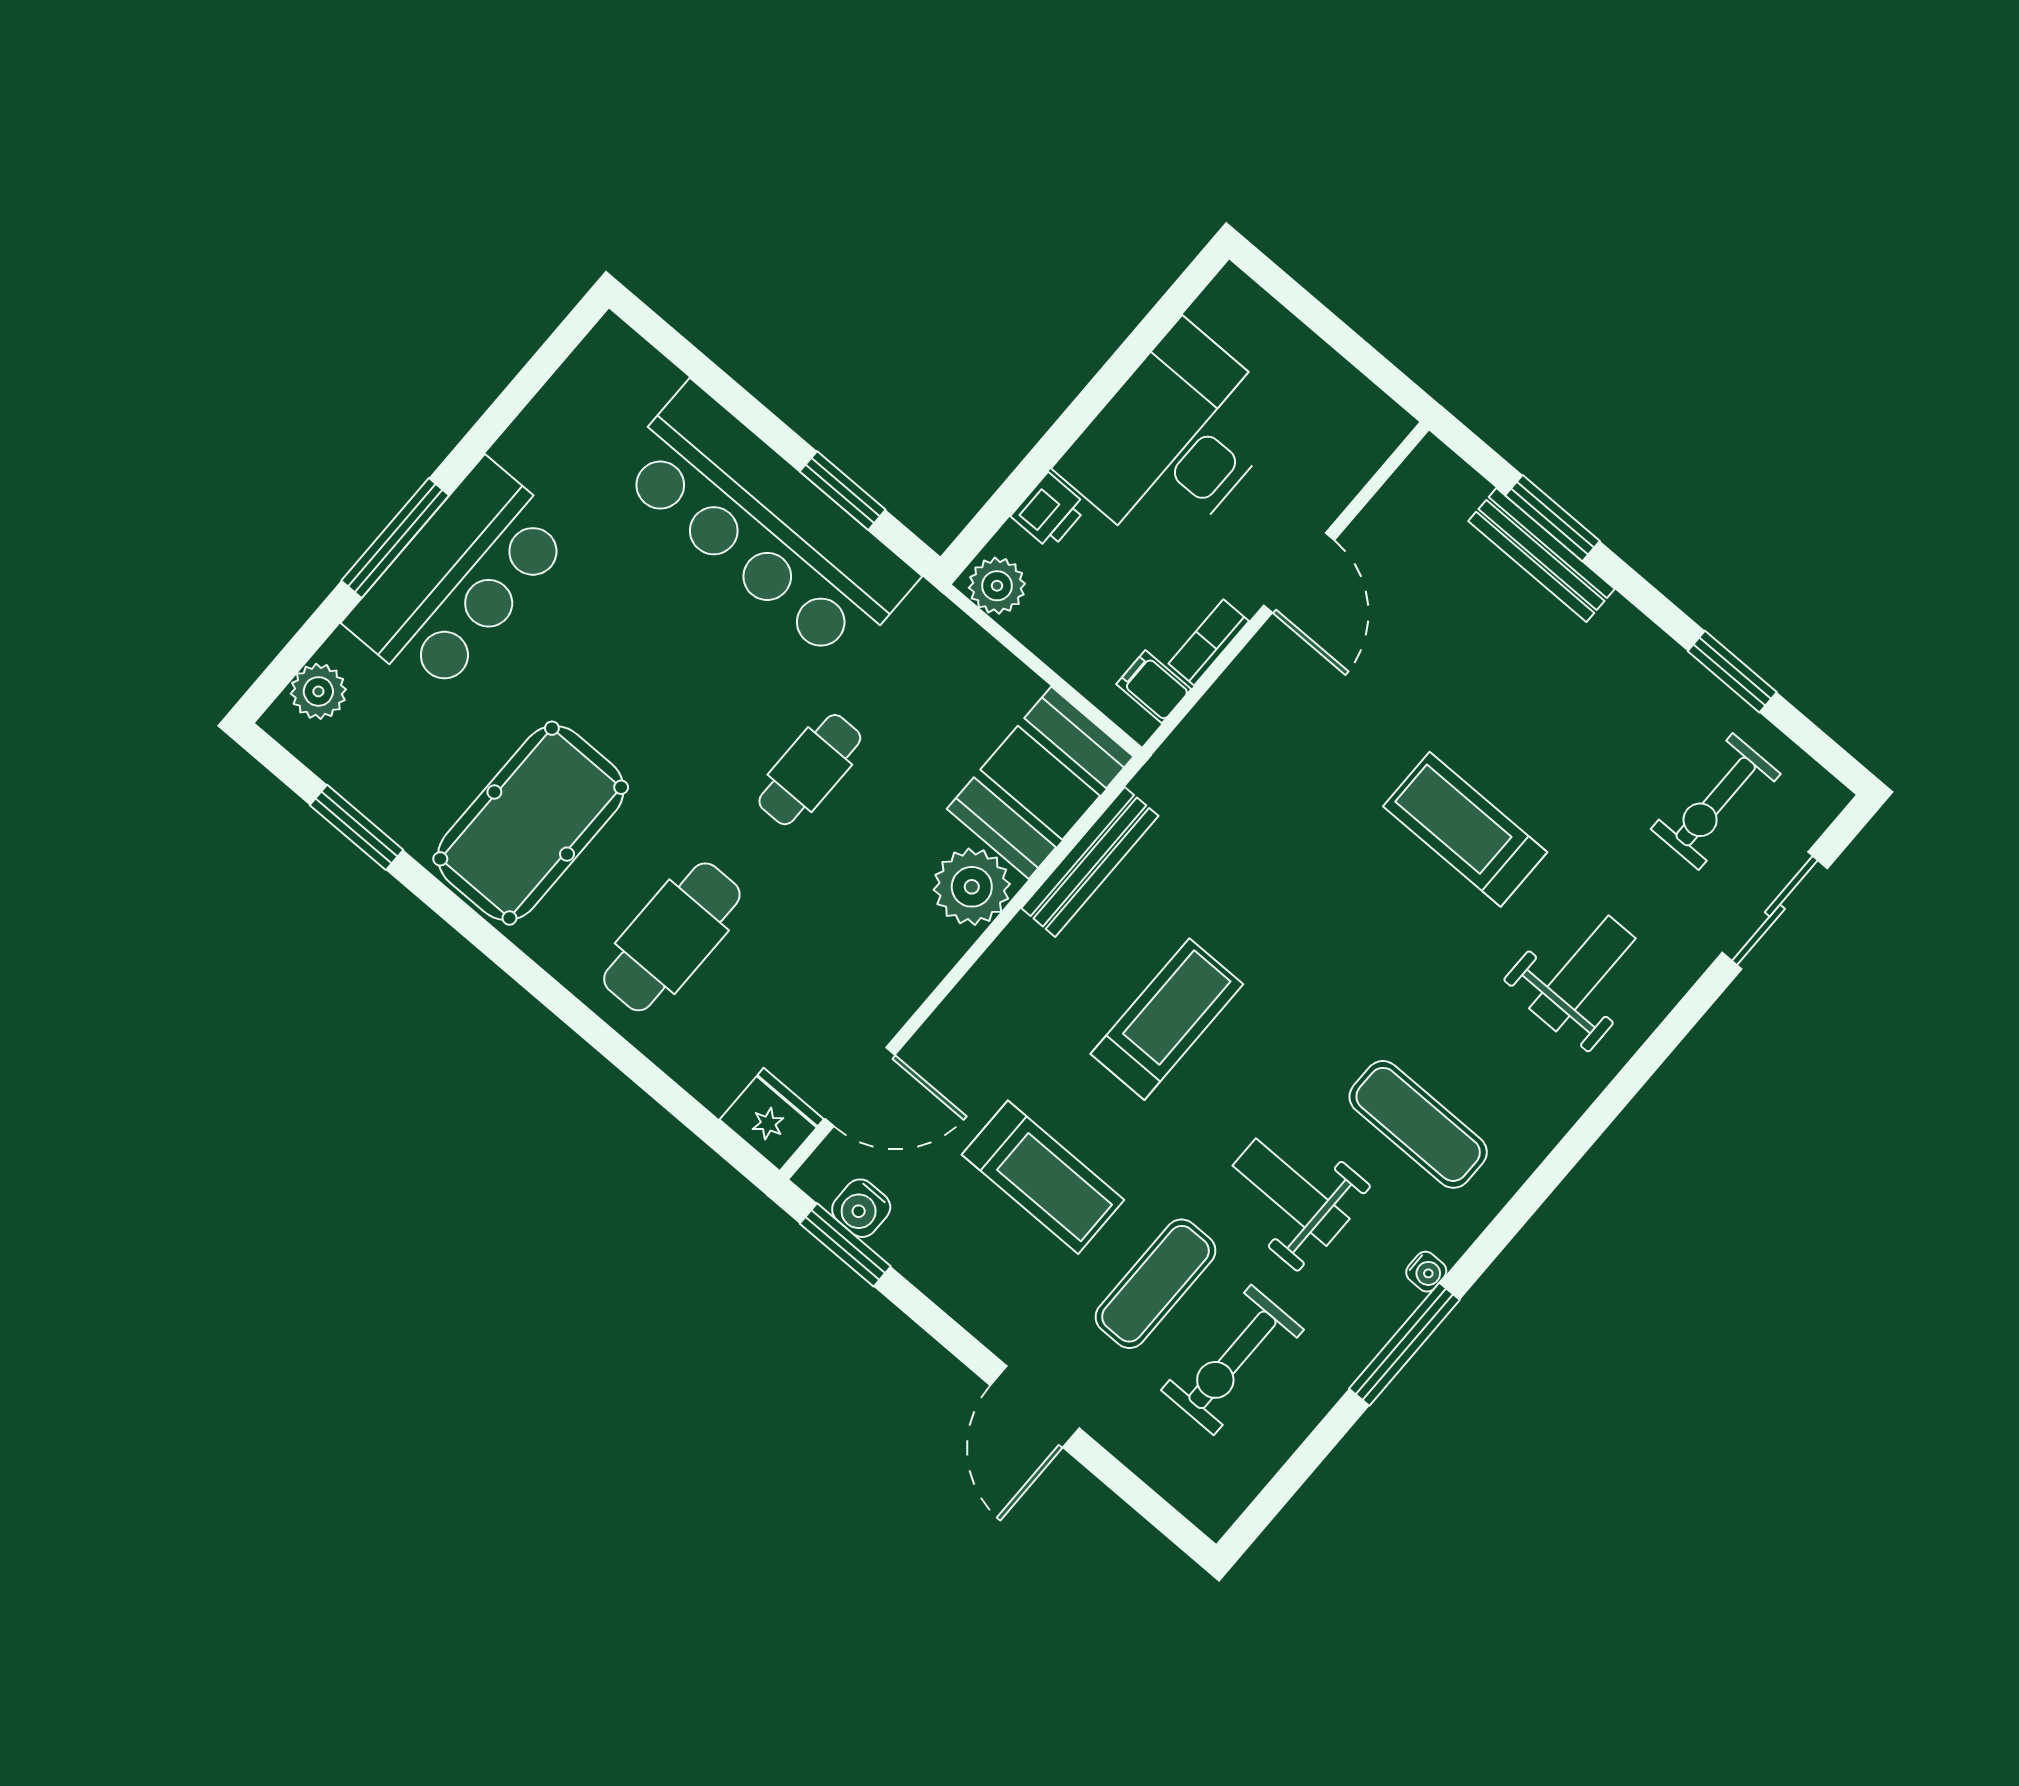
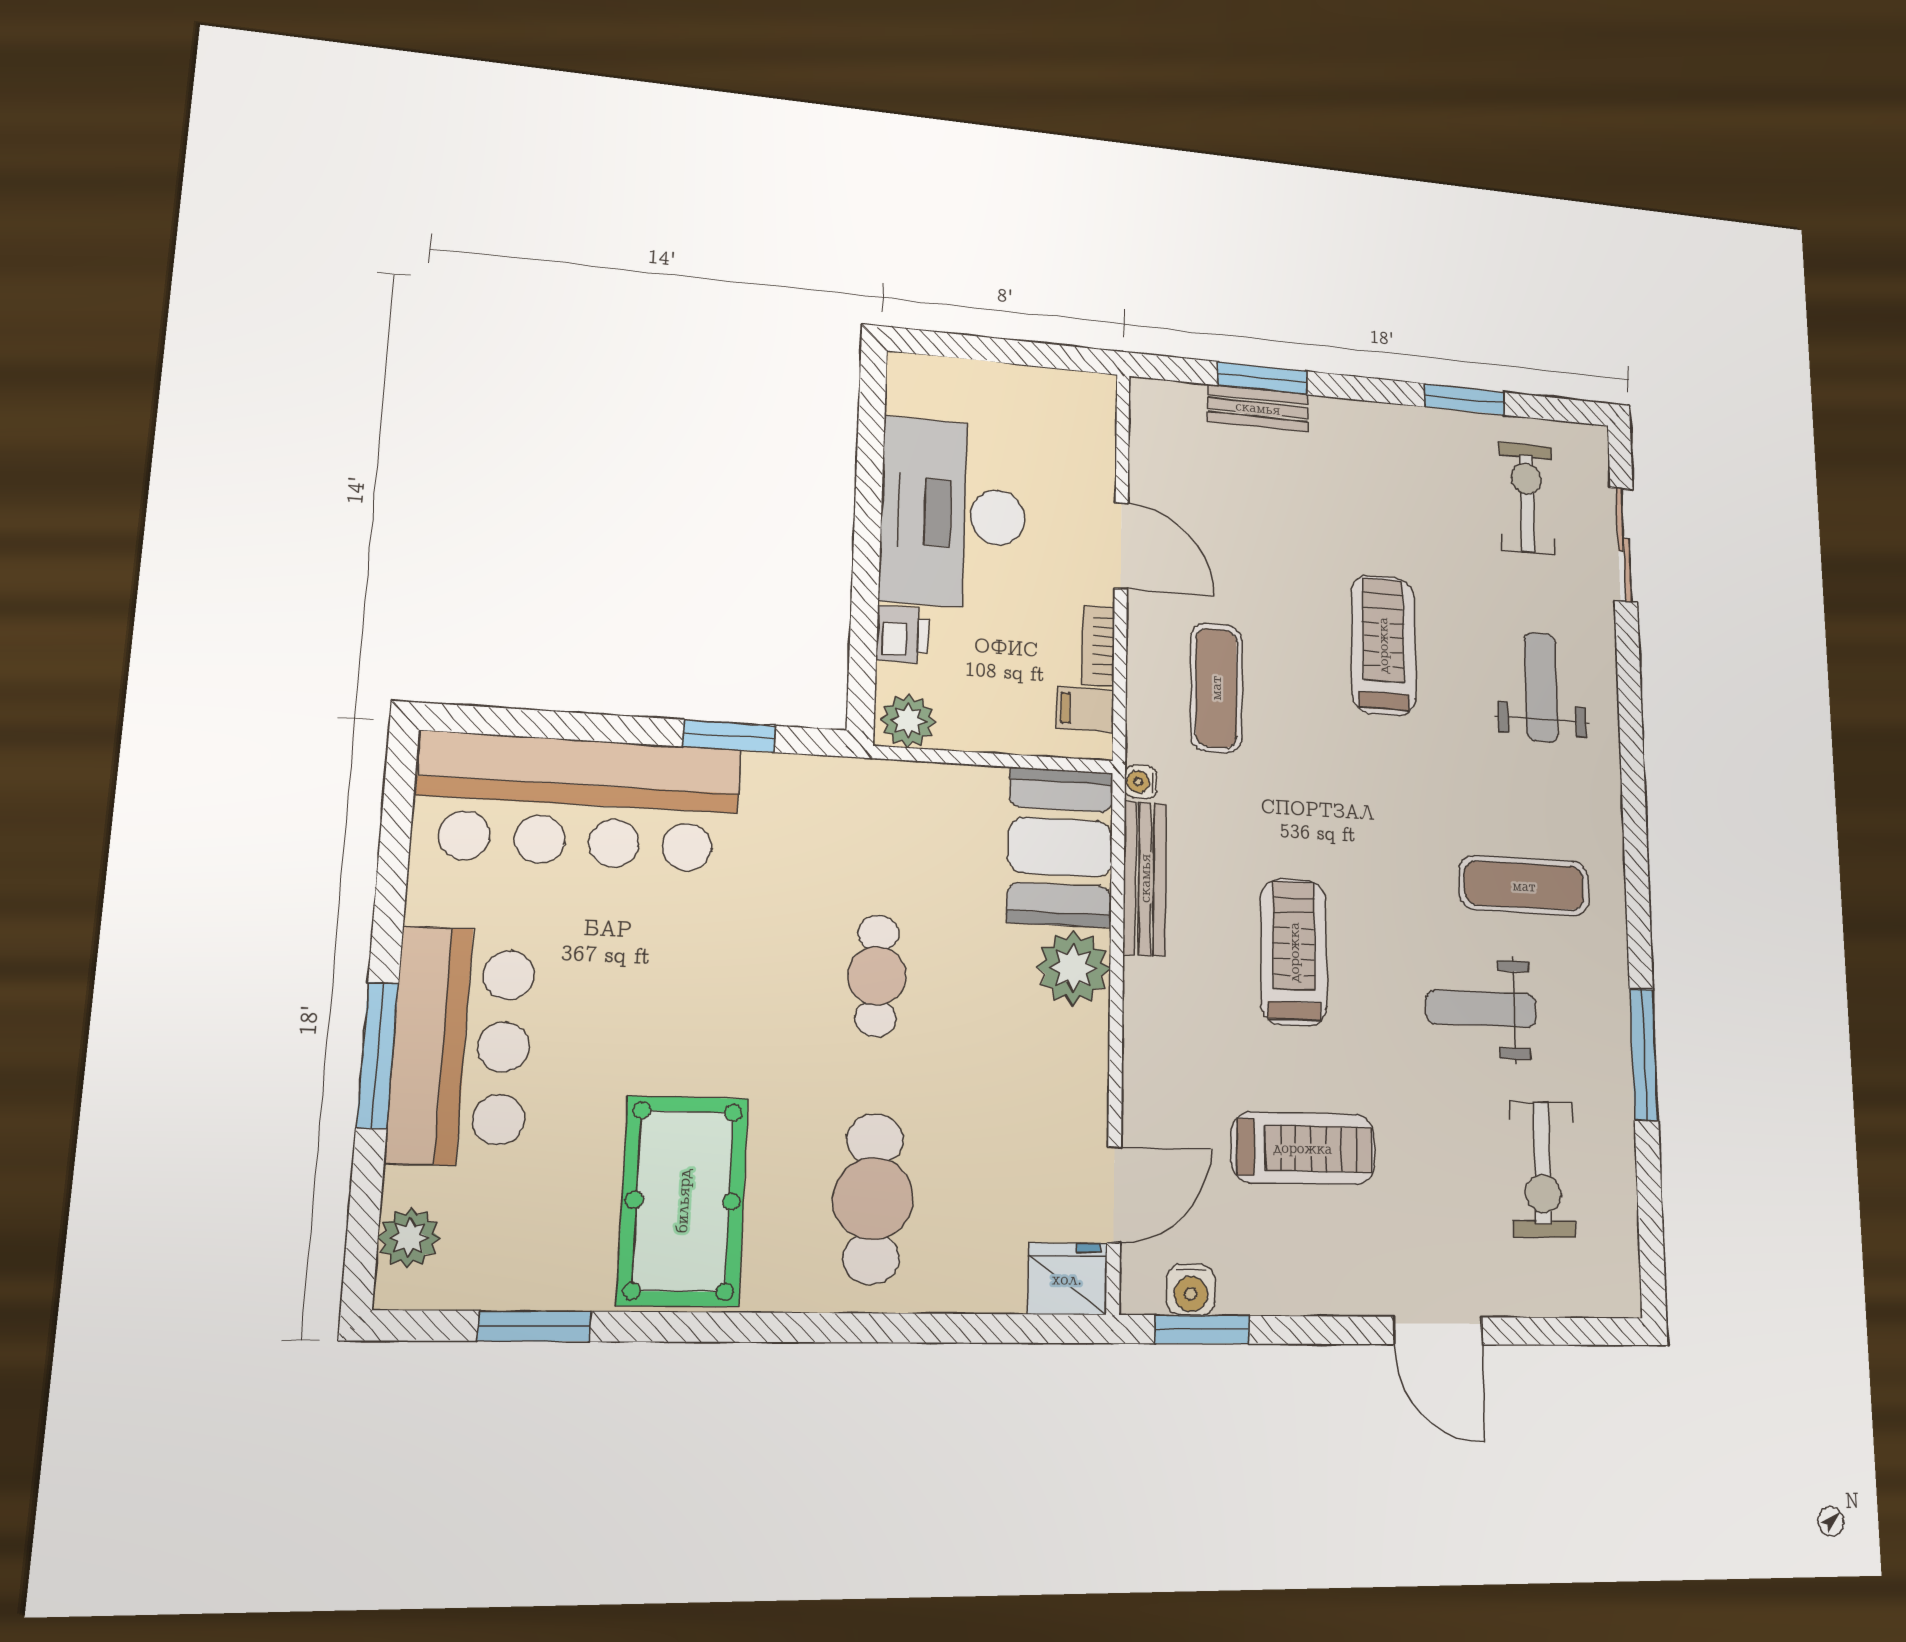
bar counter: (766, 524) -> (579, 802), moved
bench: (1541, 555) -> (1258, 408), width x0.73
exercise bike: (1716, 802) -> (1527, 498), turned 180
treadmill: (1465, 829) -> (1383, 645), turned 90
water cooler: (1426, 1272) -> (1141, 782), moved, turned 180
exercise mat: (1155, 1284) -> (1216, 688), moved

